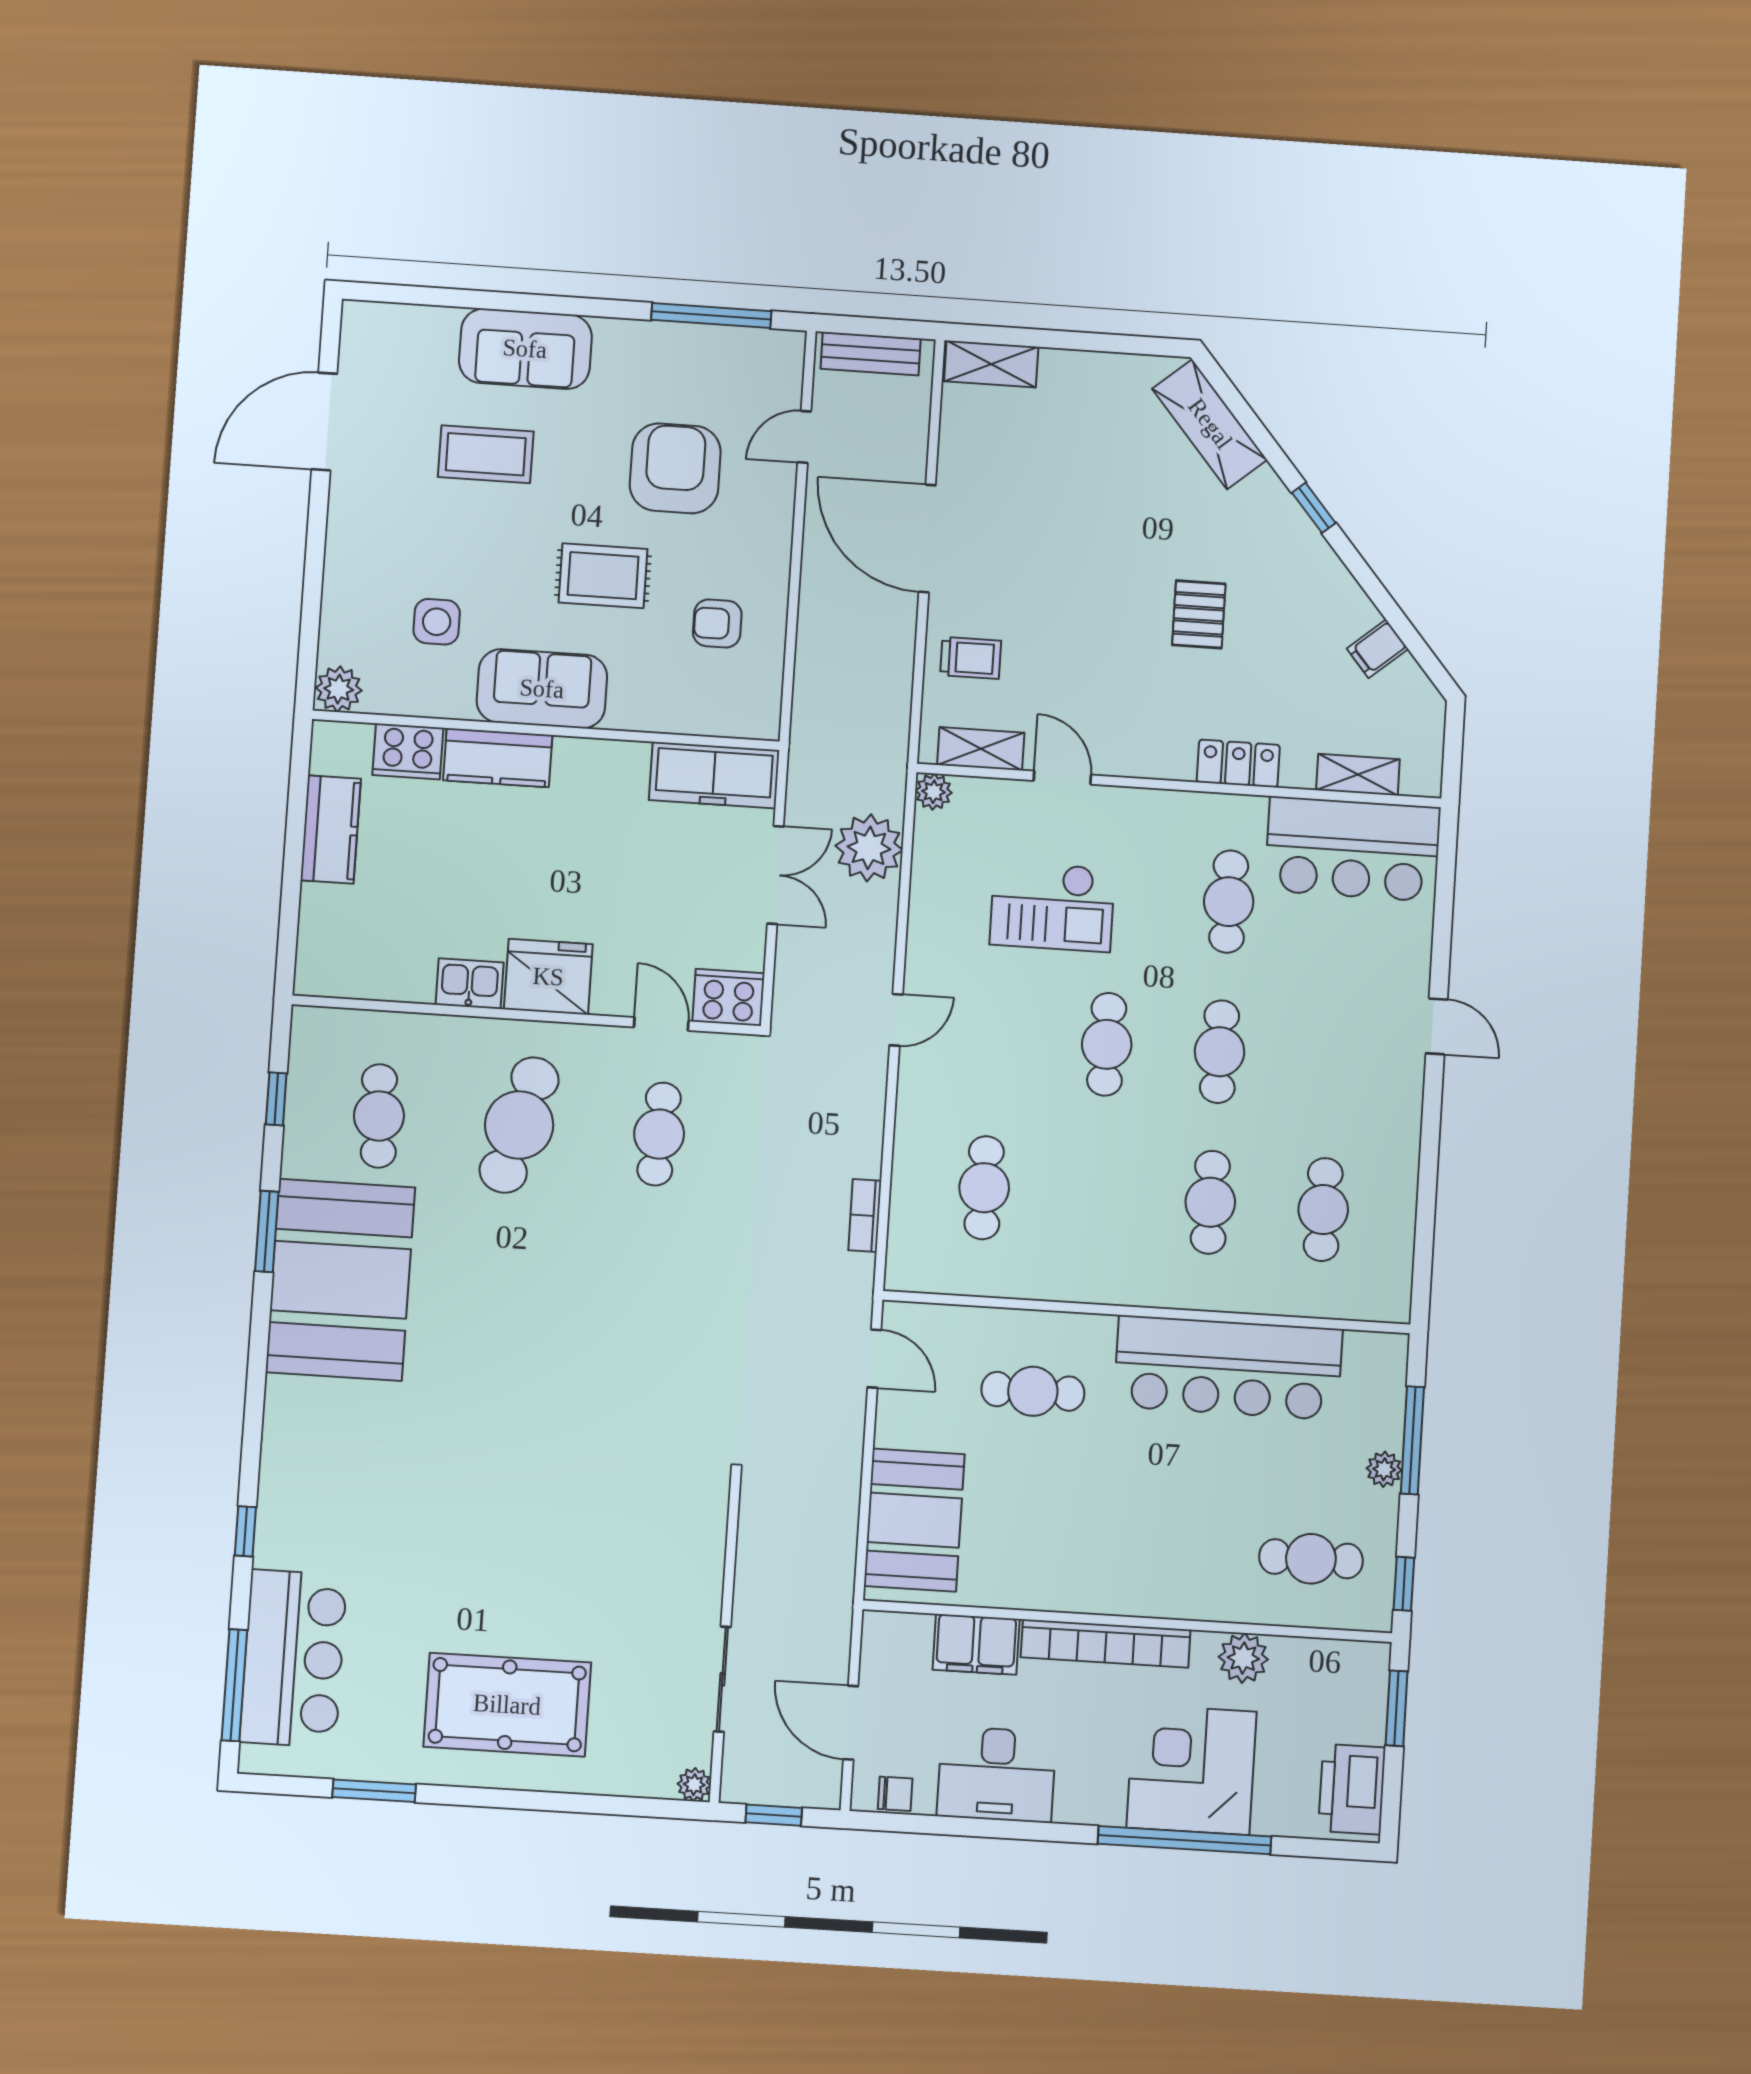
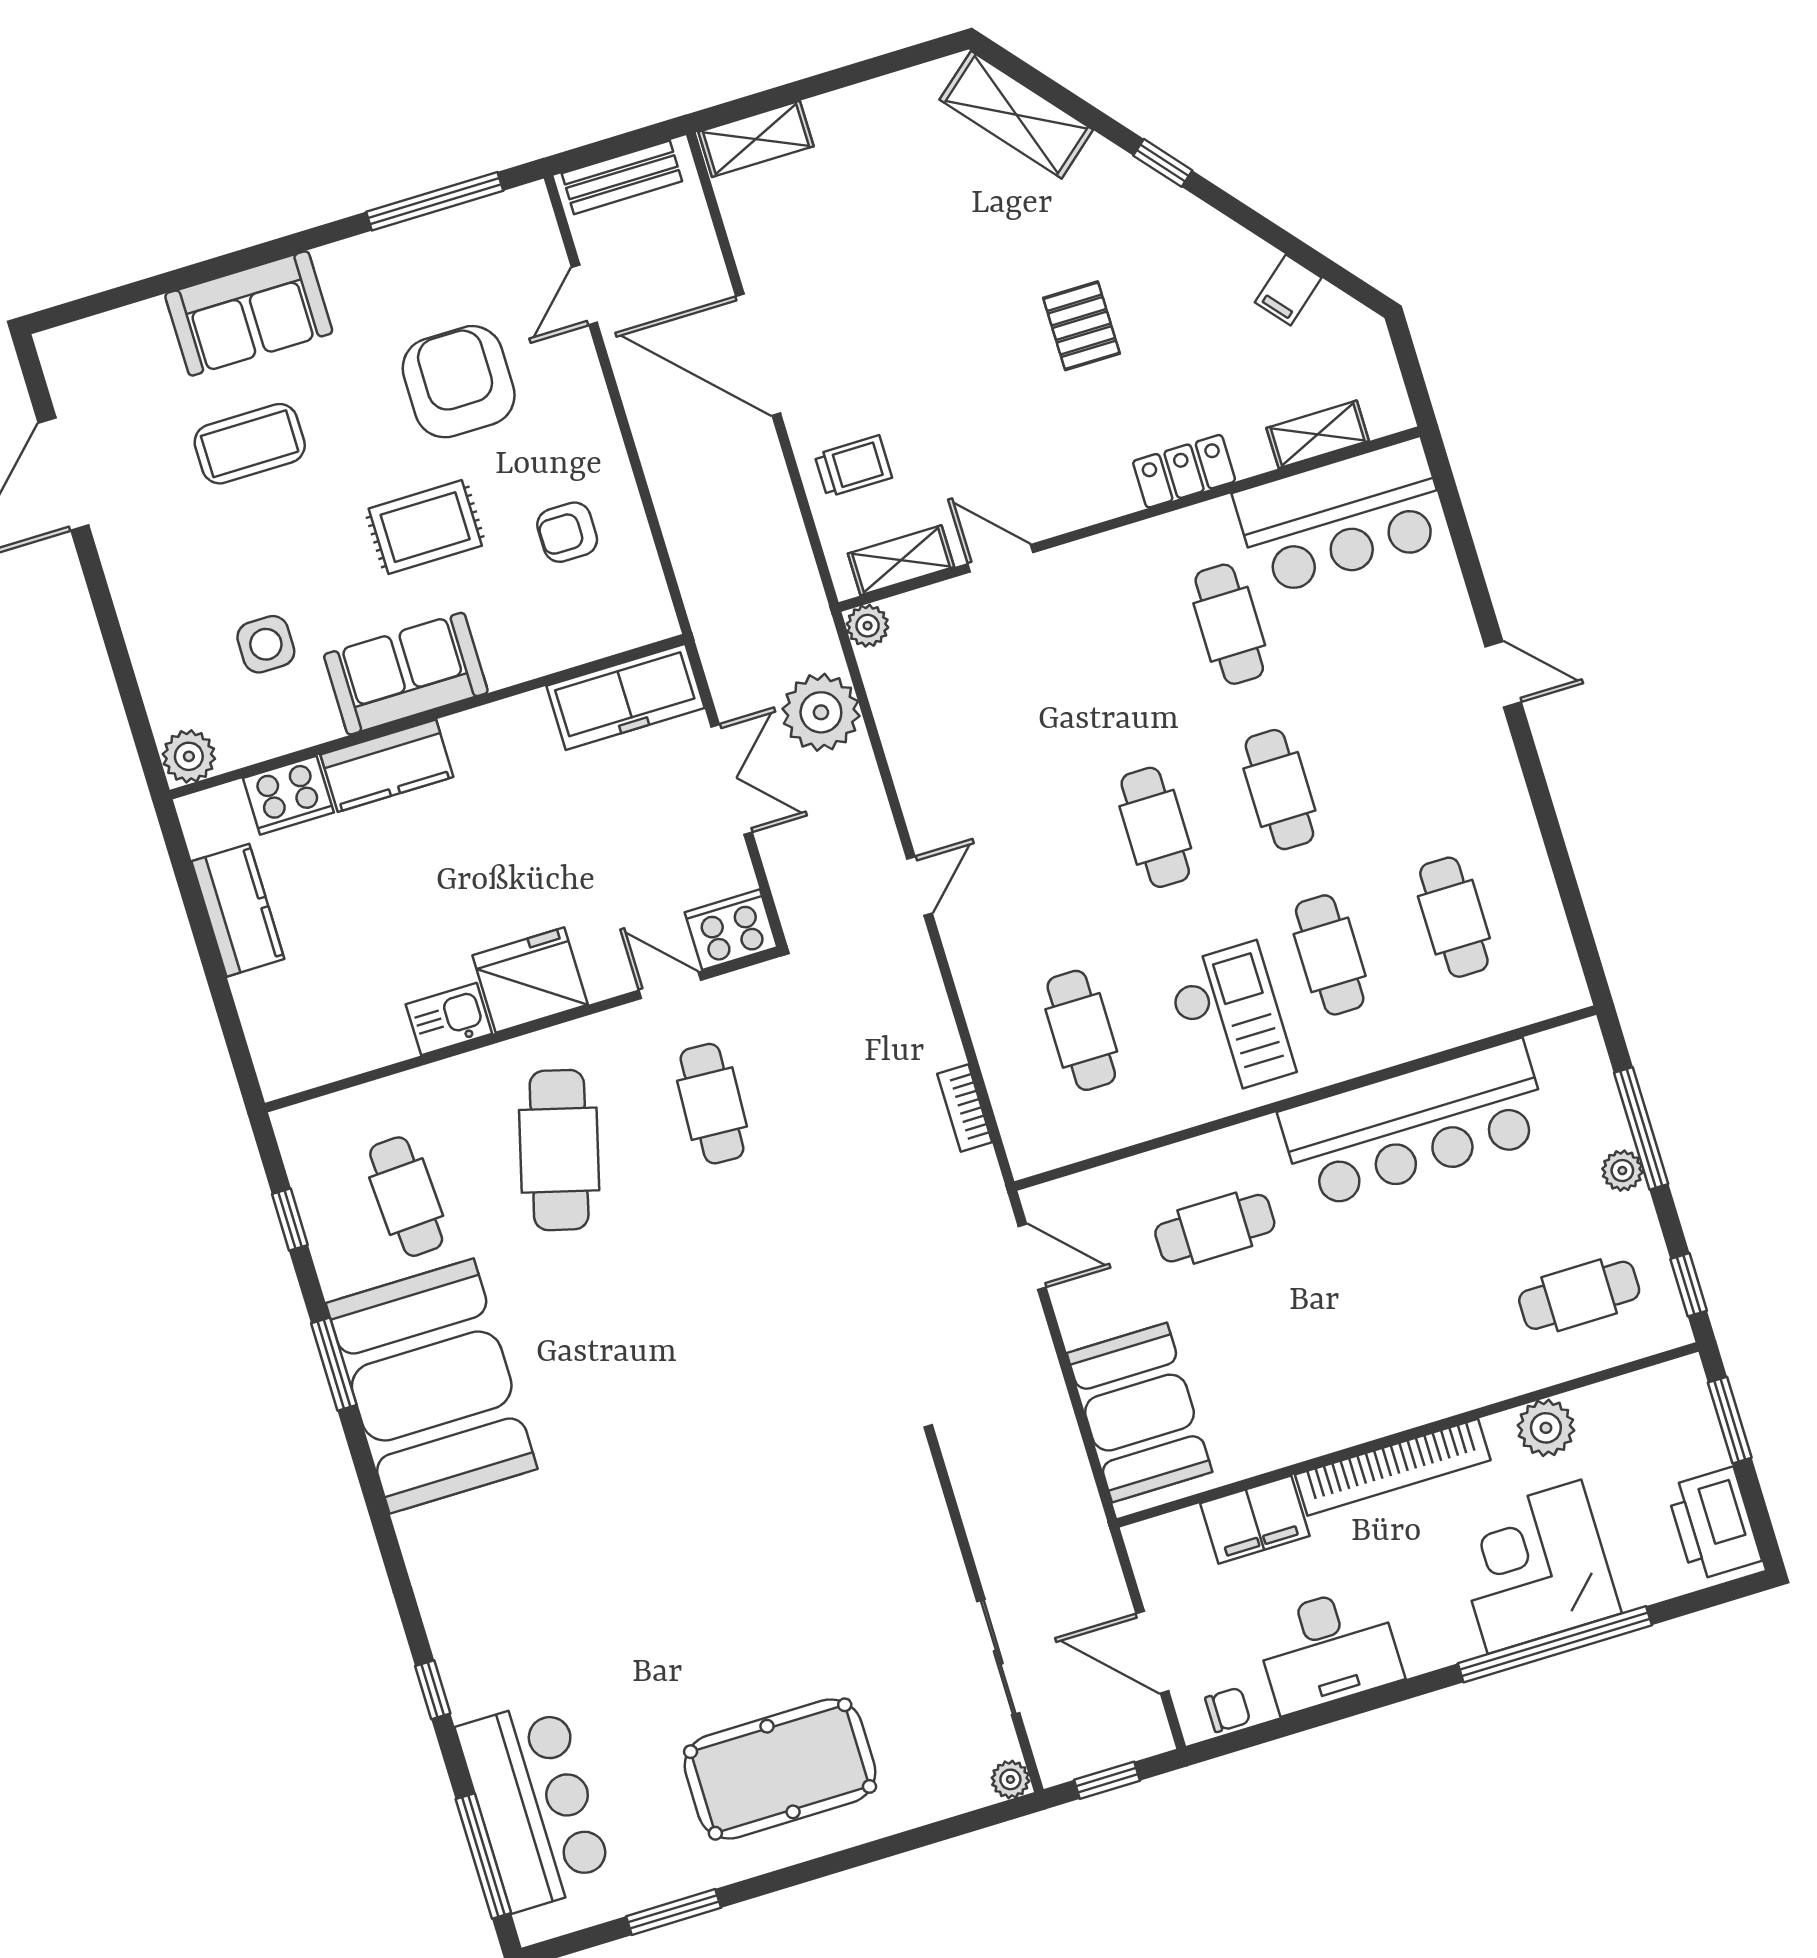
checkout: (1052, 906) -> (1230, 1020), moved, turned -90

